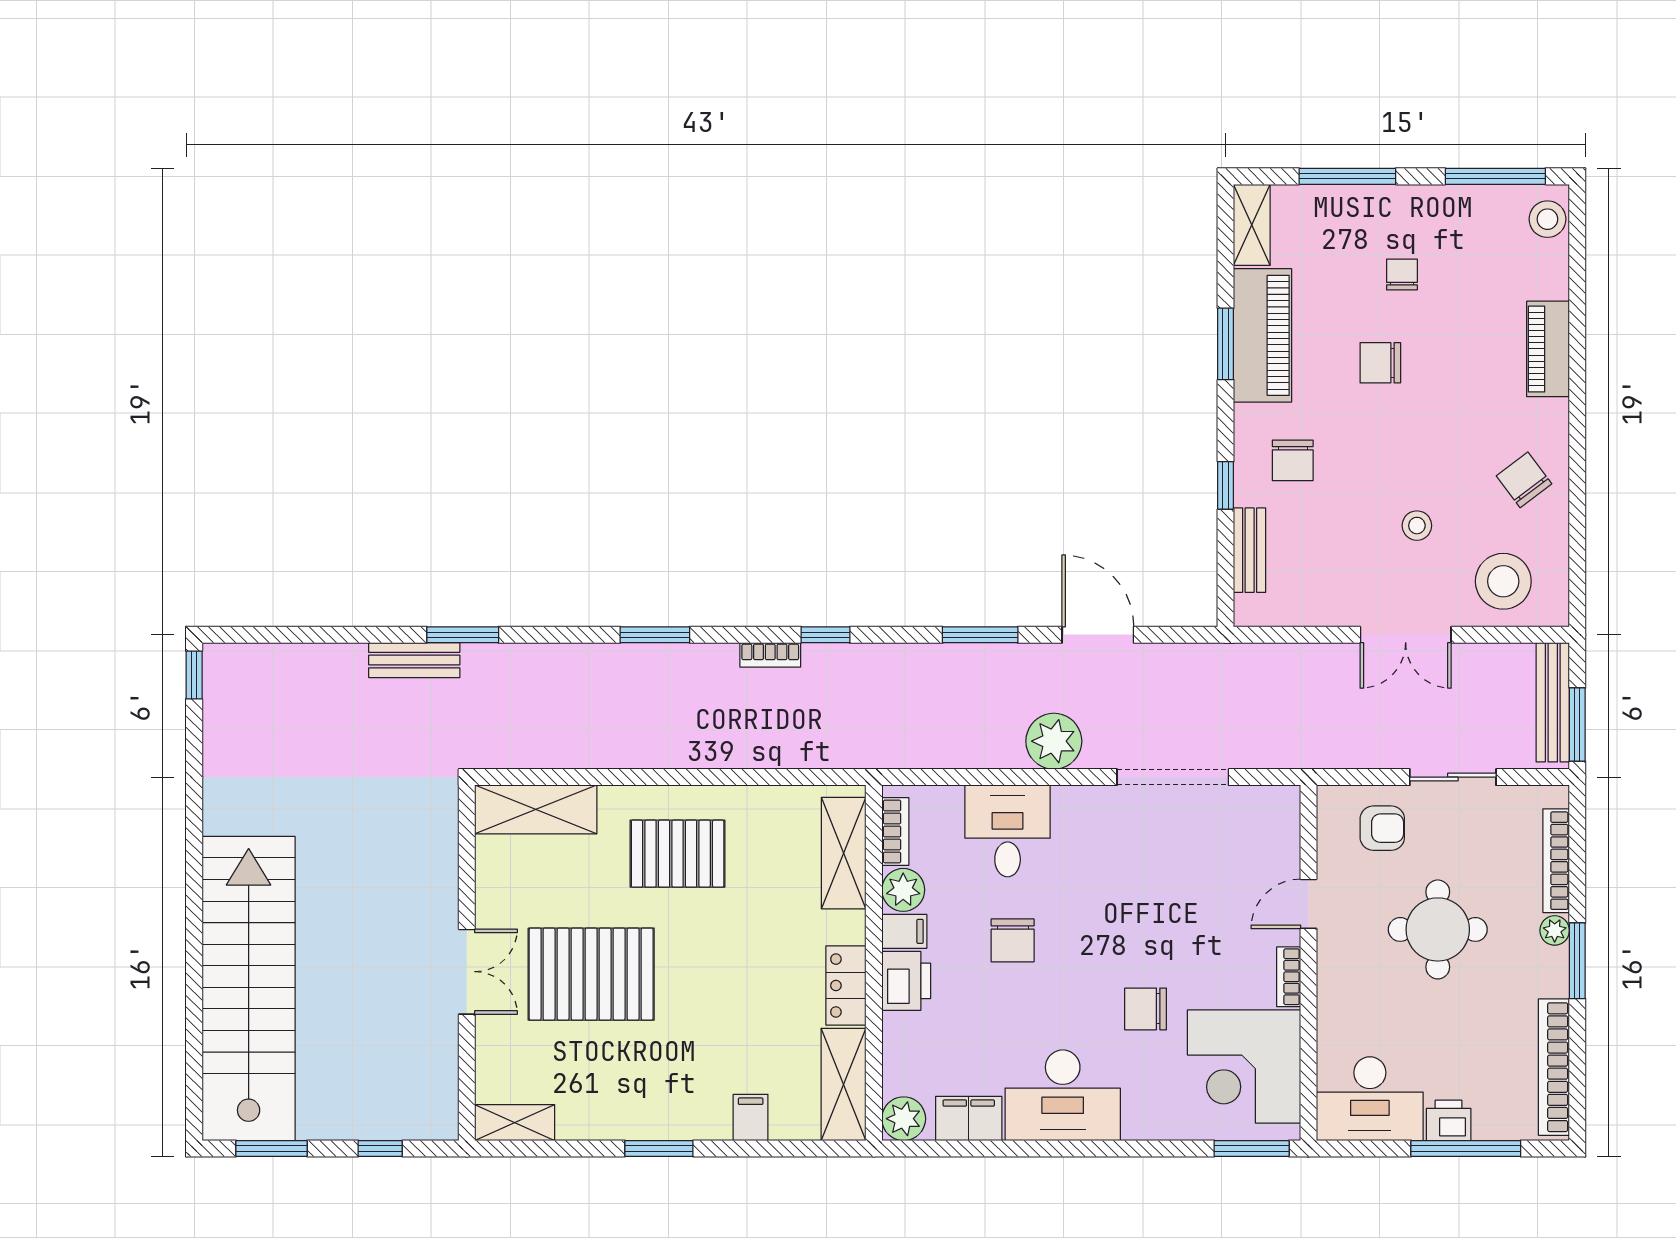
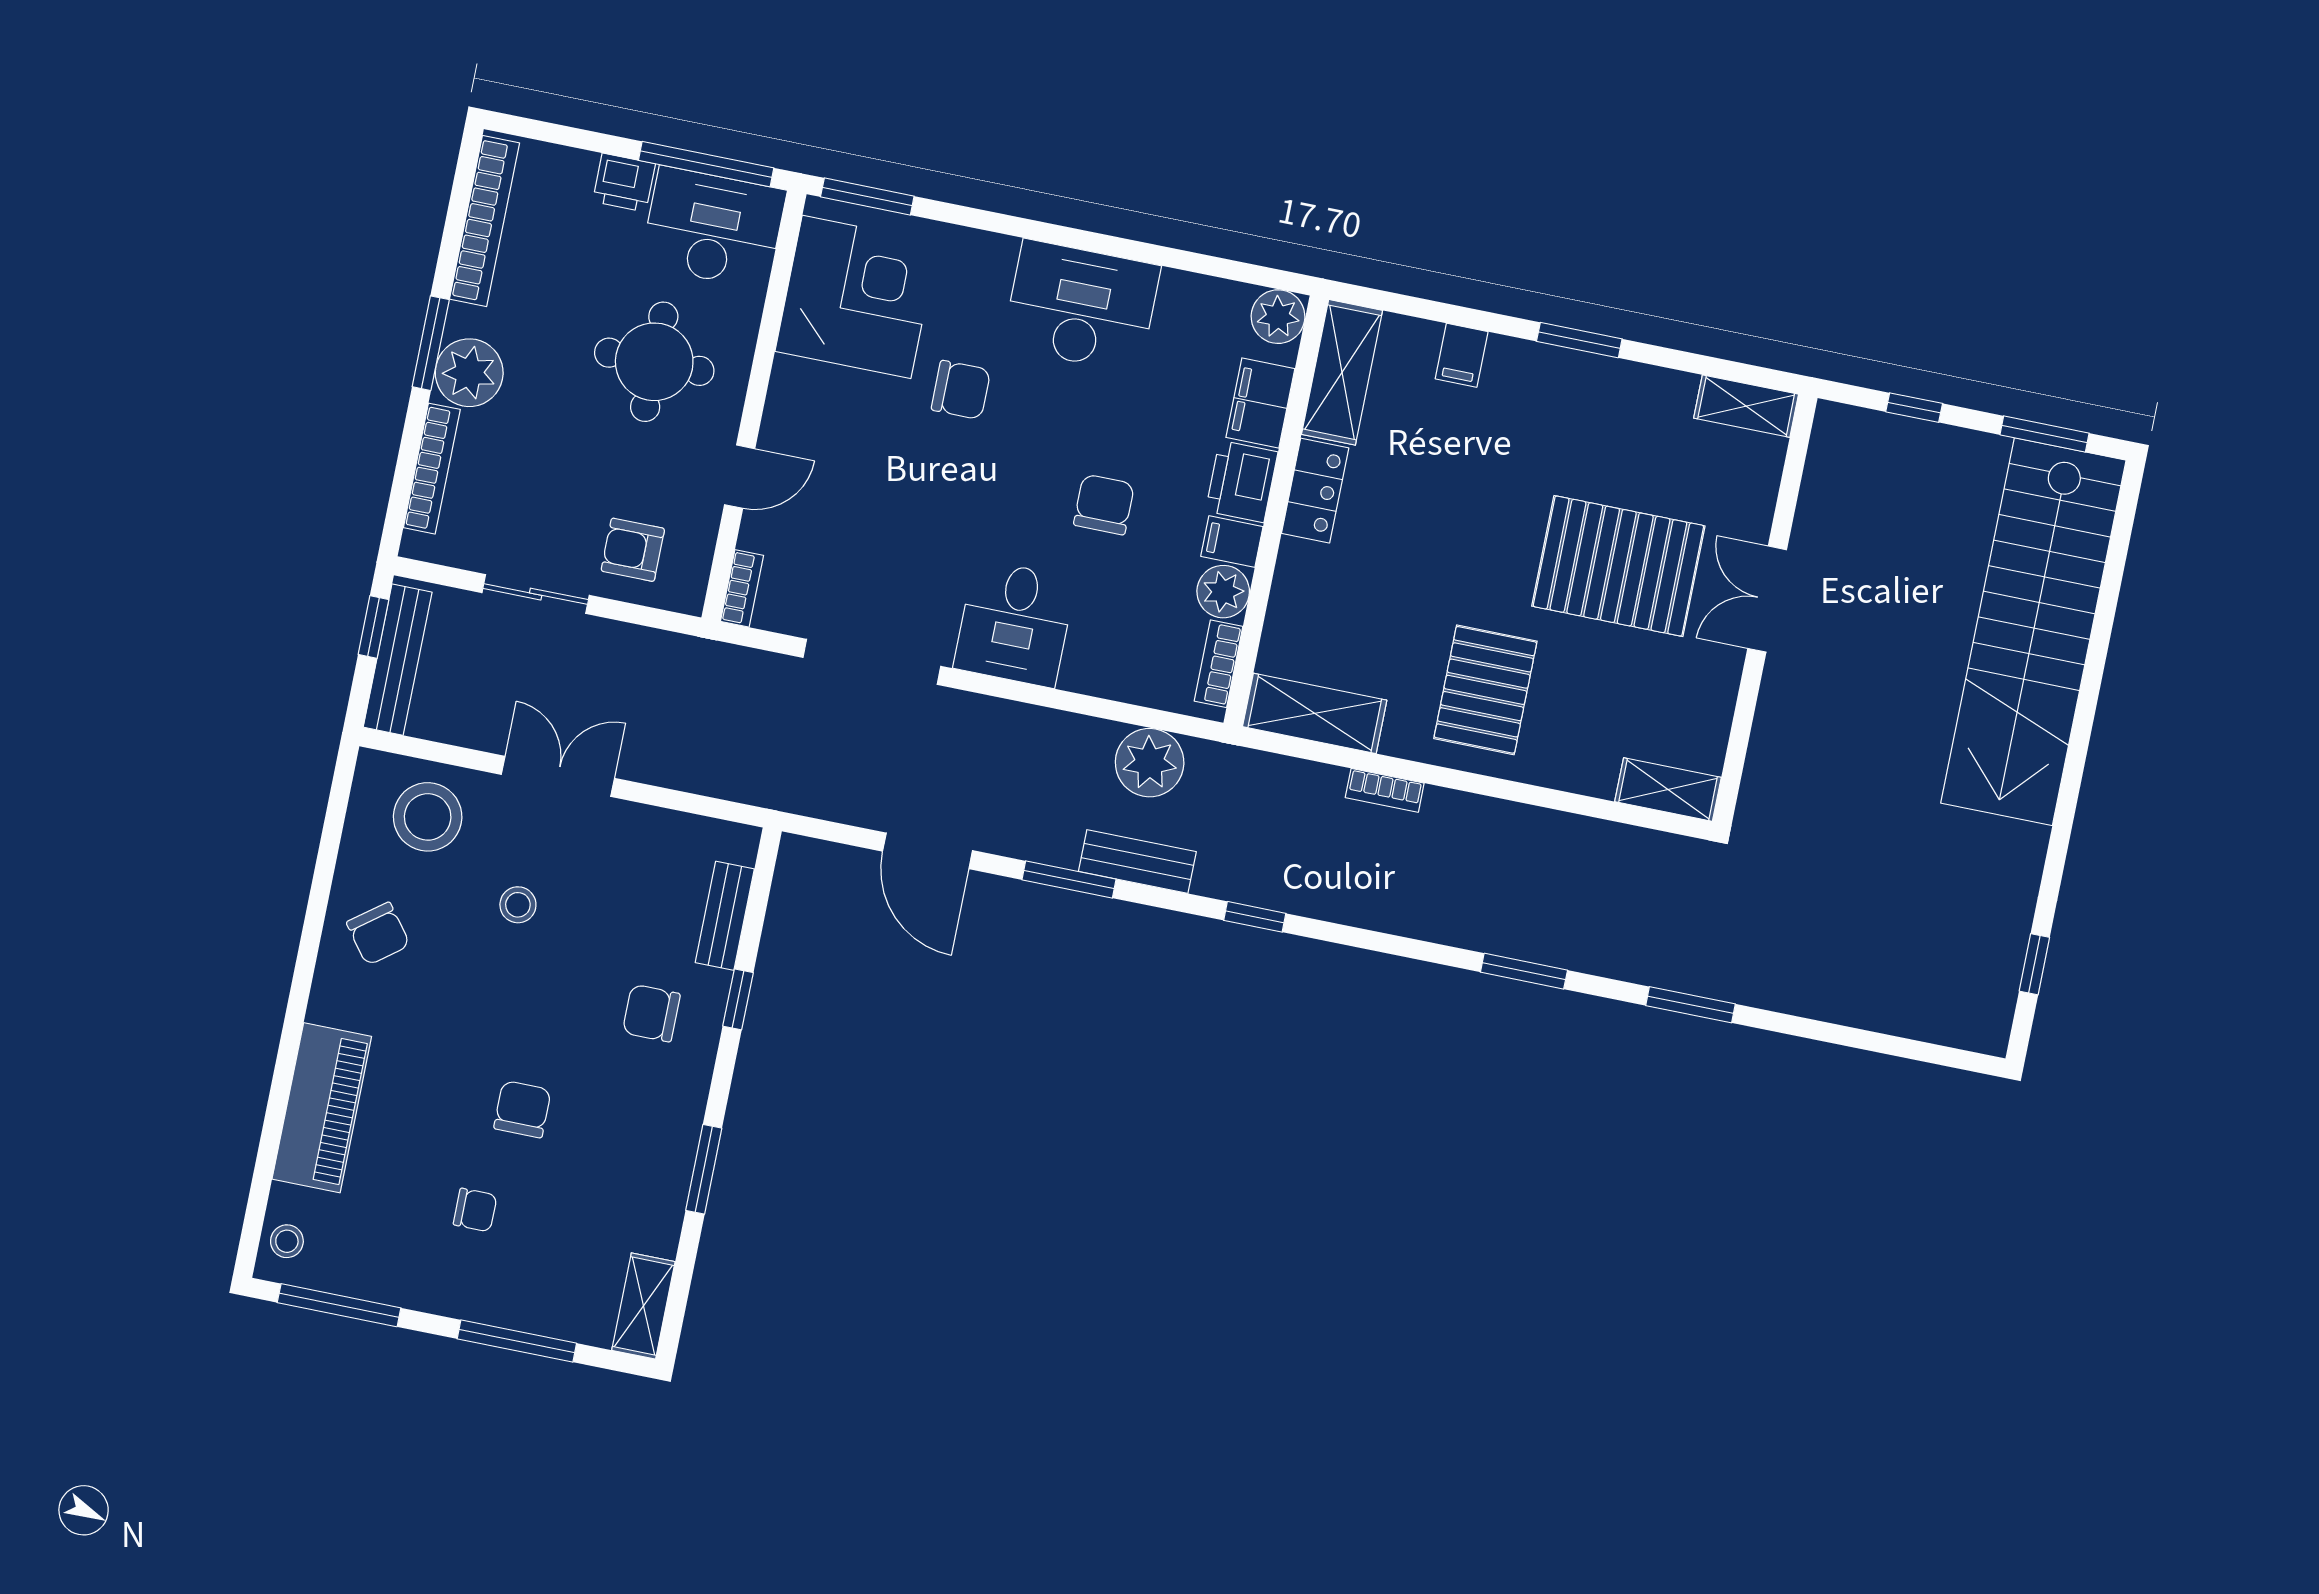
stool: (1547, 219) -> (287, 1241), width x0.73, depth x0.73
chair: (1402, 274) -> (475, 1210), turned -90
piano: (1263, 335) -> (657, 1171), removed
piano: (1548, 349) -> (322, 1108), width x1.37, depth x1.33
chair: (1380, 363) -> (522, 1109), turned -90
chair: (1293, 460) -> (651, 1013), turned -90
window: (655, 635) -> (1524, 971), moved
bookcase: (770, 655) -> (1385, 790), moved, turned 180
bench: (414, 660) -> (1137, 862), moved
window: (194, 675) -> (2034, 964), moved
window: (1577, 724) -> (373, 627), width x0.67
plant: (1054, 741) -> (1150, 763), moved
shelving: (536, 809) -> (1668, 790), width x0.67, depth x0.75
desk: (1008, 831) -> (1015, 623), moved
shelving: (844, 853) -> (1315, 713), moved, turned 90
pallet: (678, 854) -> (1485, 690), turned 90
round table: (1438, 929) -> (654, 362), moved
plant: (1555, 930) -> (469, 373), width x1.88, depth x1.88
bookcase: (1289, 977) -> (742, 588), moved
filing cabinet: (969, 1119) -> (1260, 403), moved, turned 90
window: (1466, 1149) -> (706, 164), moved

